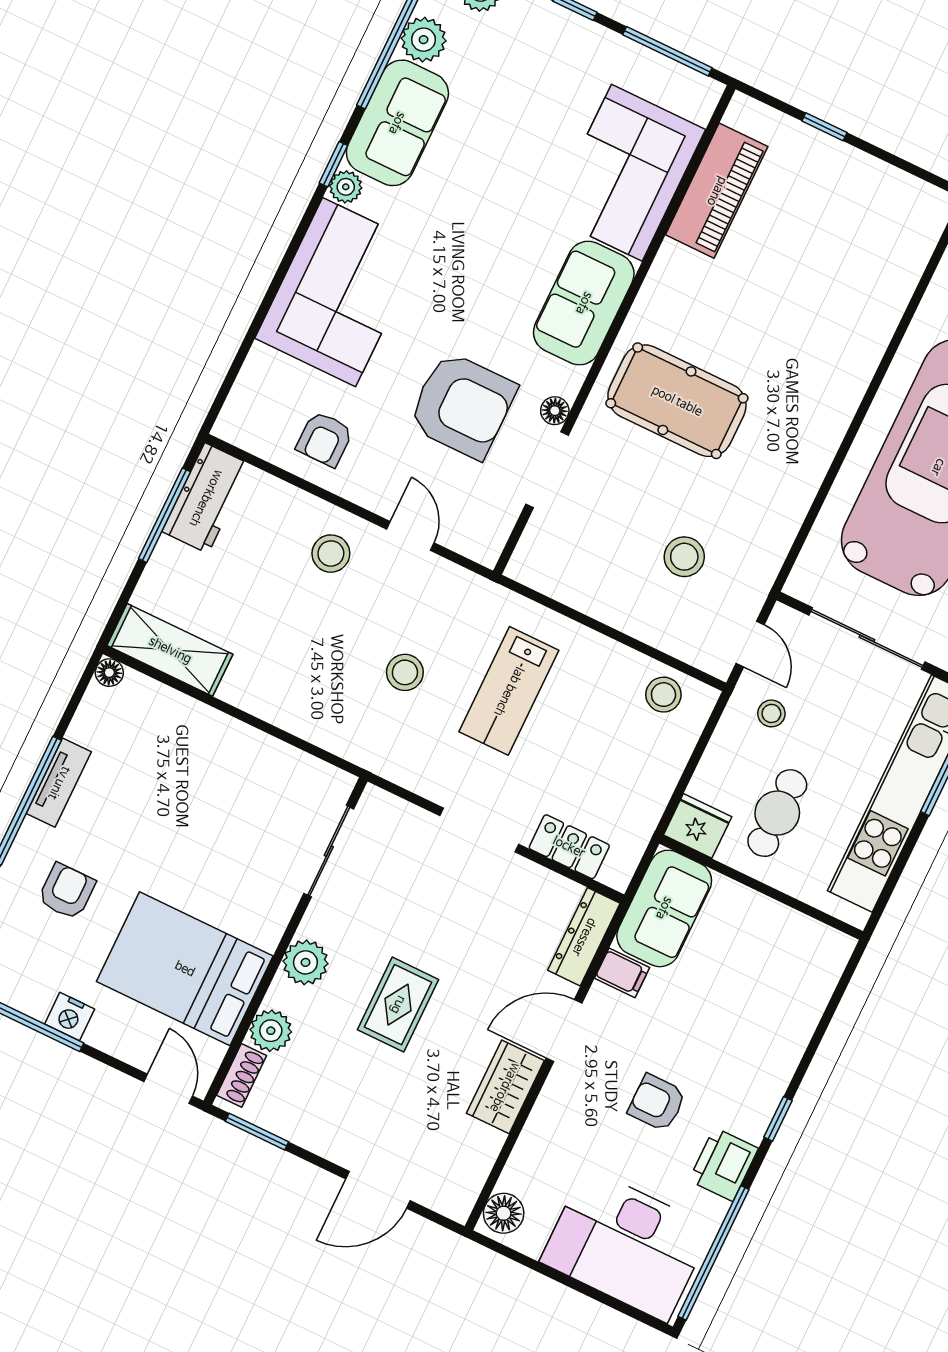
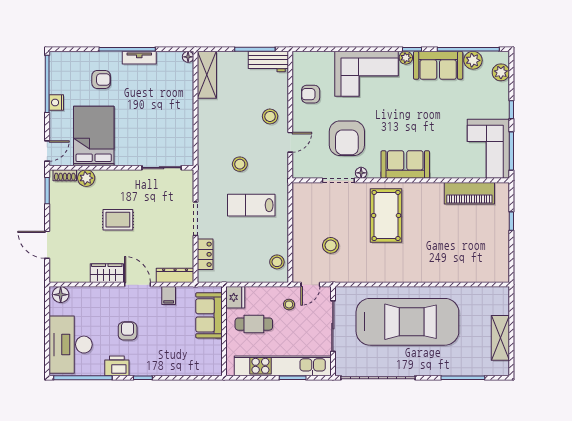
corner sofa: (627, 173) -> (488, 149), moved, turned -90
sofa: (664, 908) -> (209, 315), moved, turned 90
plant: (305, 962) -> (117, 179), removed

